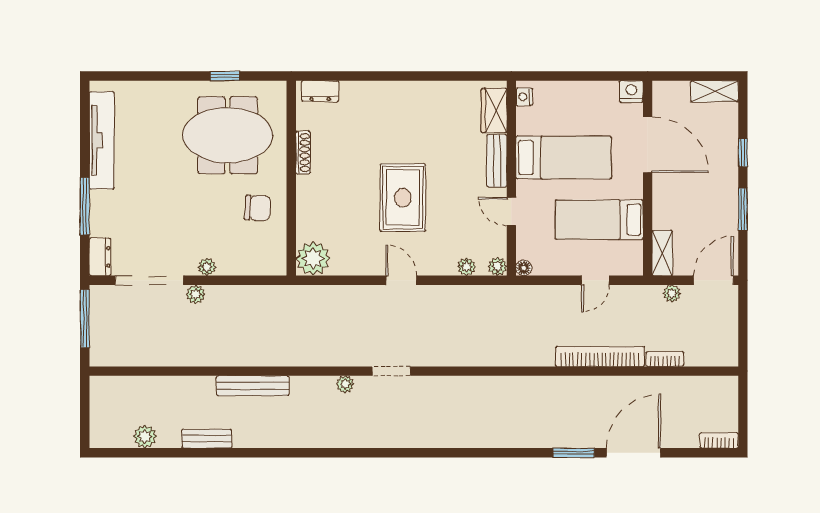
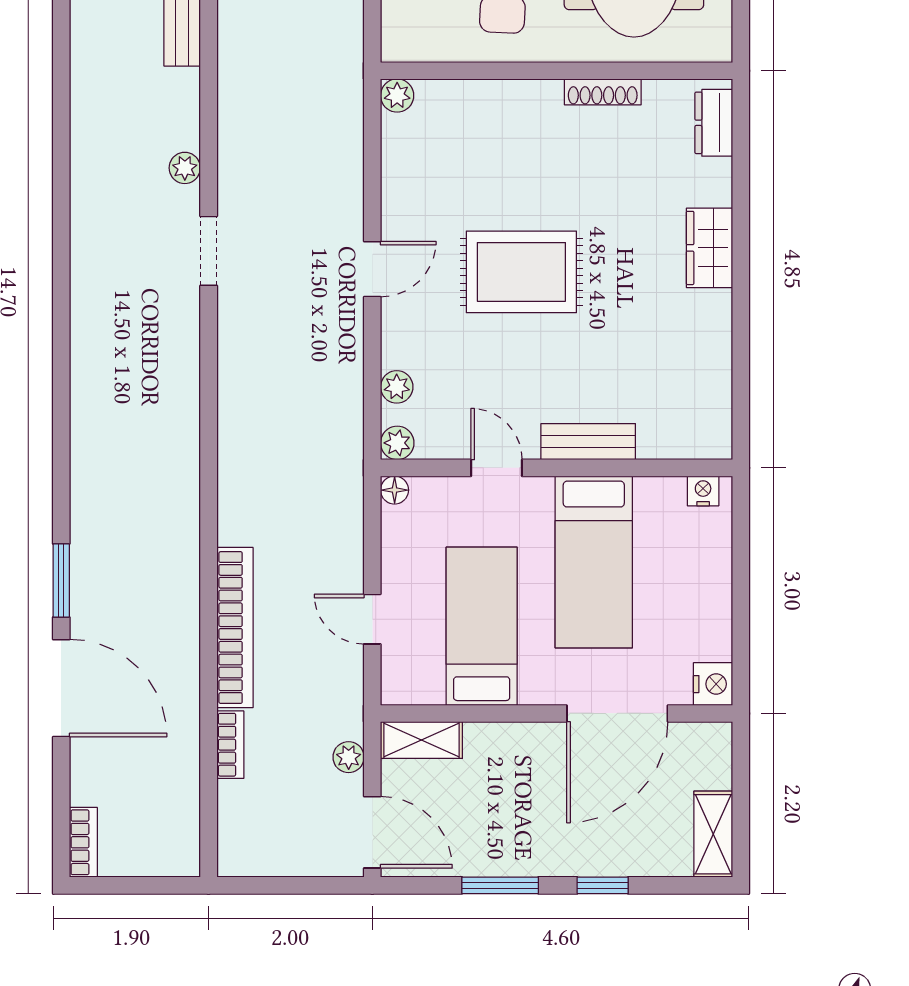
wardrobe: (494, 111) -> (709, 248), moved, turned -90
door: (511, 211) -> (496, 468), hinge flipped
plant: (313, 258) -> (397, 96), width x0.53, depth x0.53

